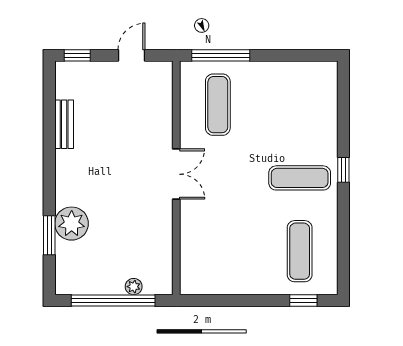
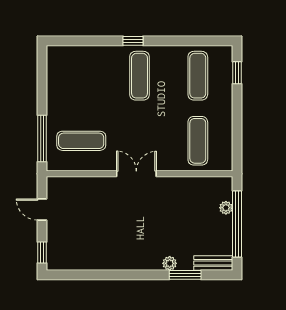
bench: (64, 124) -> (213, 263), moved
plant: (72, 224) -> (170, 263), width x0.53, depth x0.53
exercise mat: (218, 251) -> (198, 141), added
exercise mat: (300, 251) -> (198, 76), turned 90

